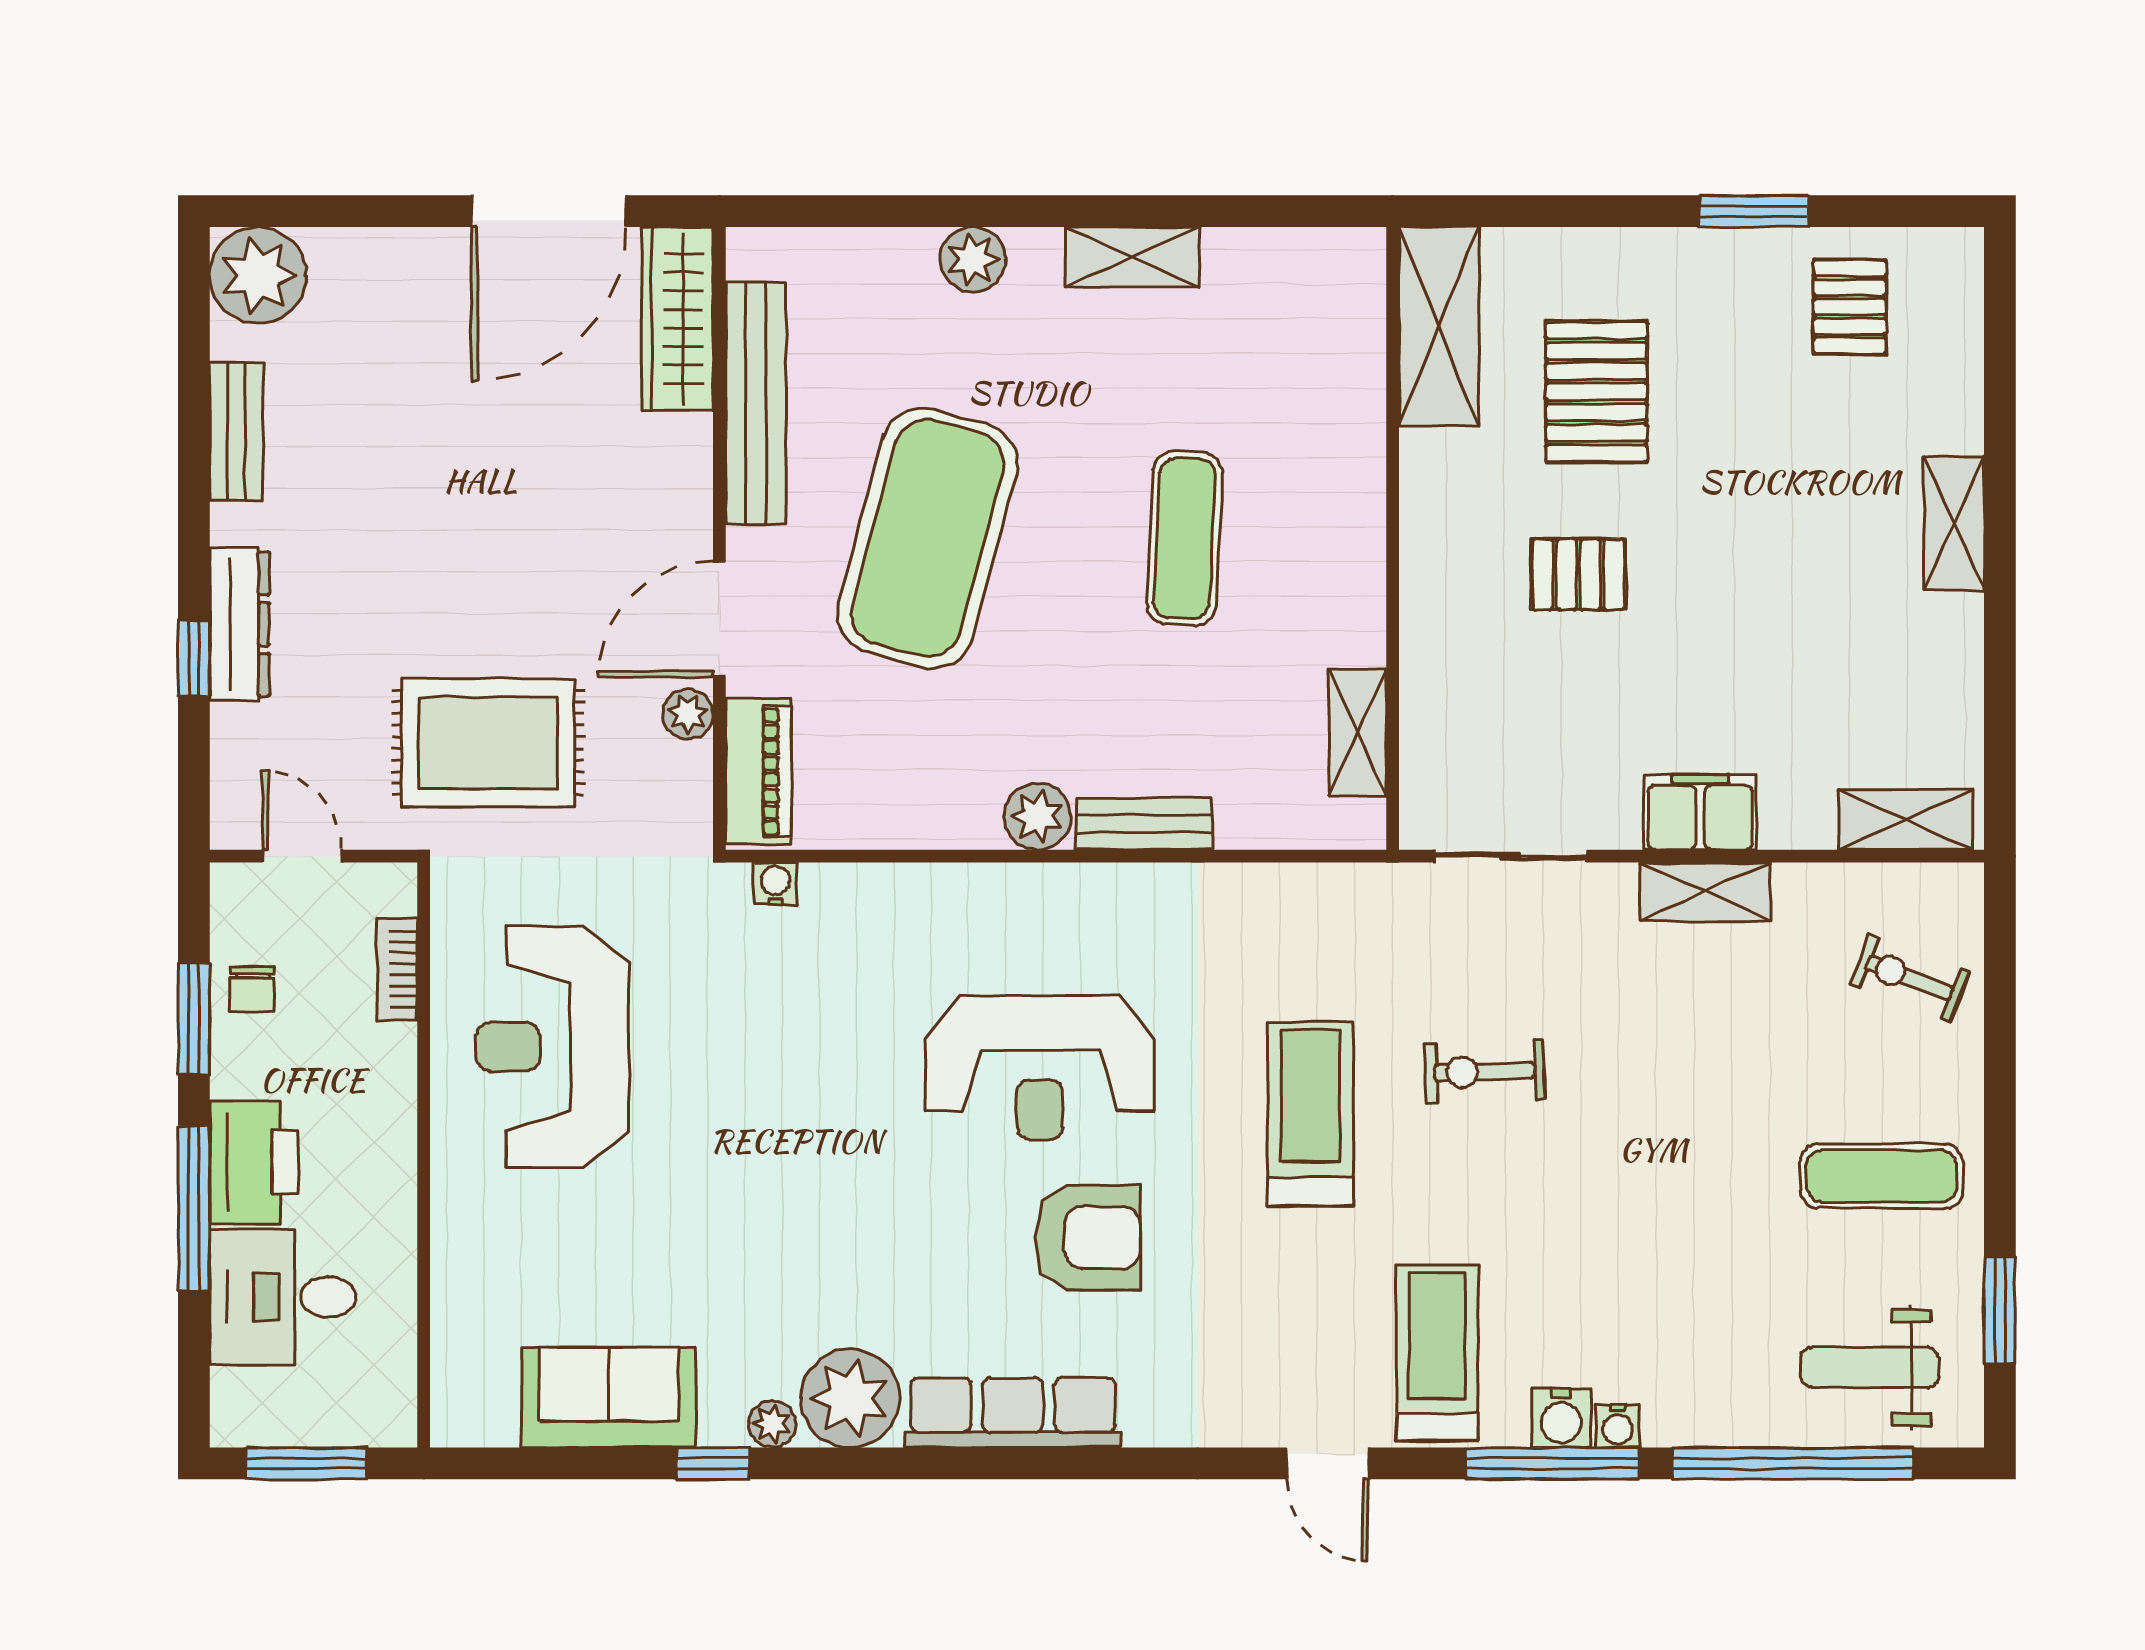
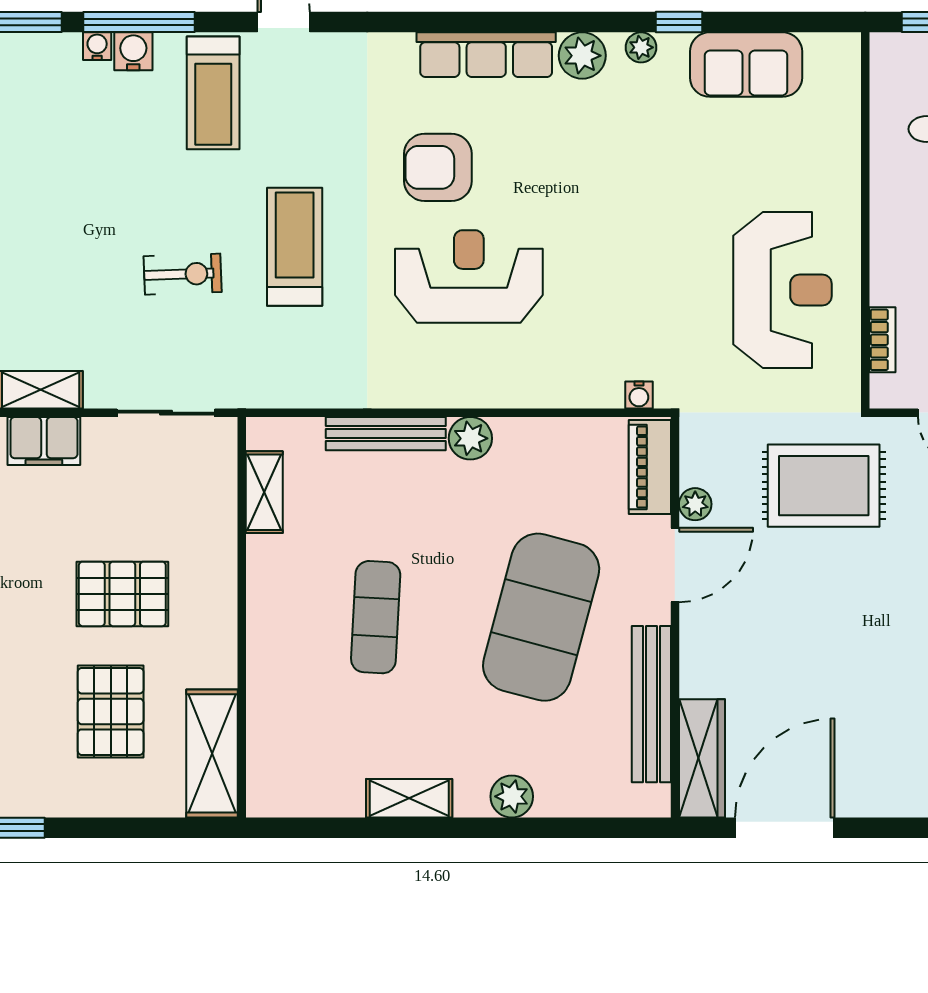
pallet: (1578, 574) -> (122, 594), width x1.50, depth x1.42
bench: (1144, 824) -> (386, 434), width x1.36
treadmill: (1310, 1114) -> (295, 247), turned 180
plant: (850, 1398) -> (582, 56), width x0.73, depth x0.73

